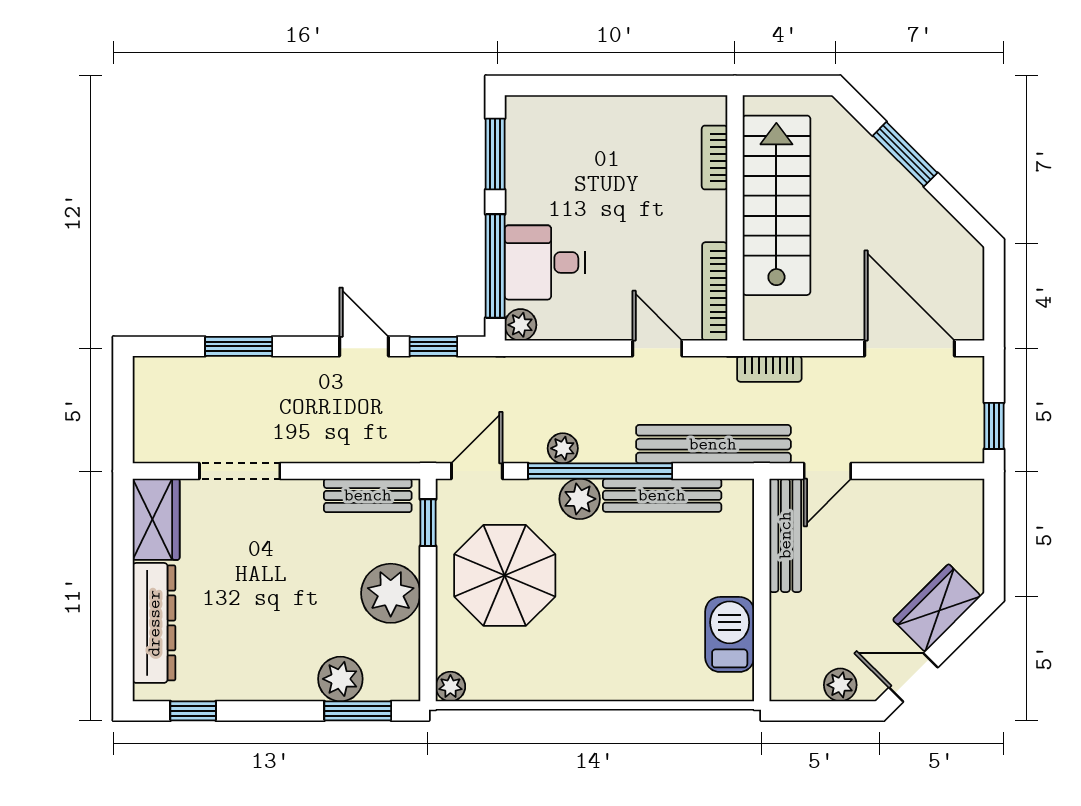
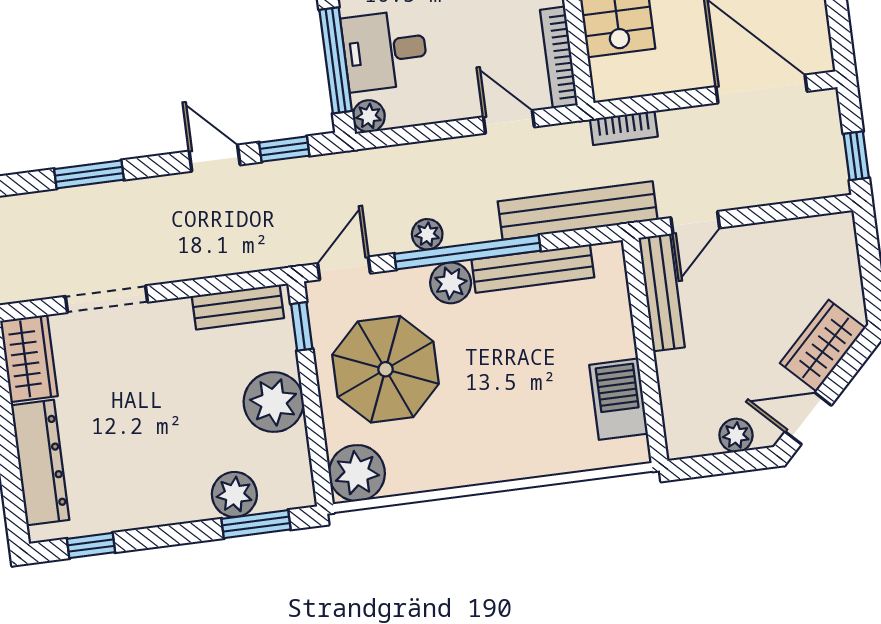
plant: (450, 686) -> (357, 473), width x1.88, depth x1.88

